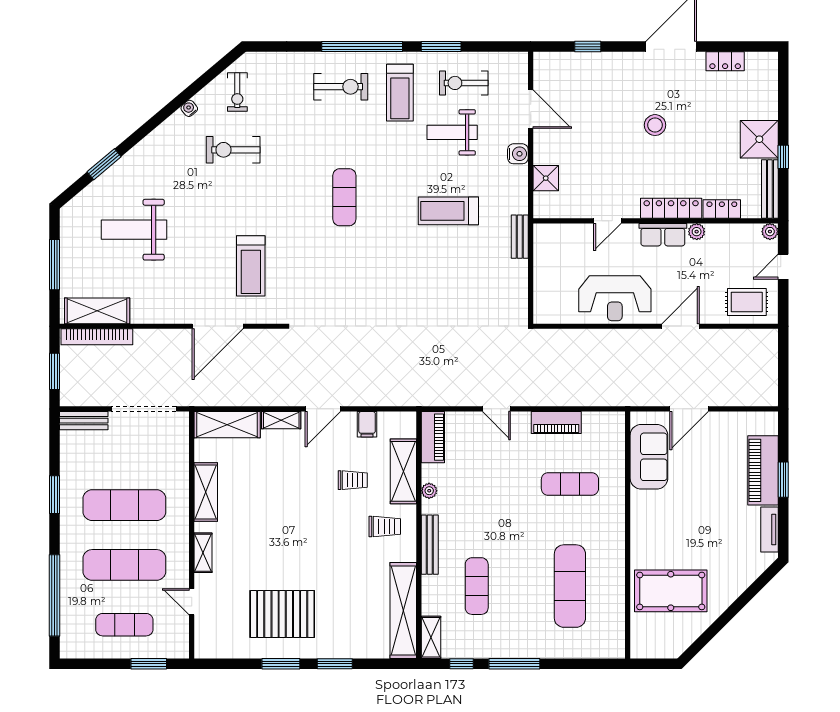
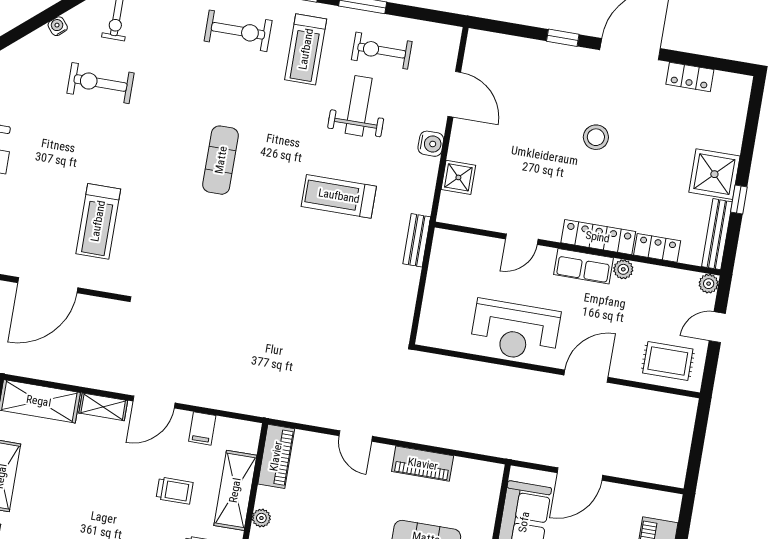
window: (588, 47) -> (563, 38), moved
weight bench: (452, 132) -> (359, 106), turned 90

